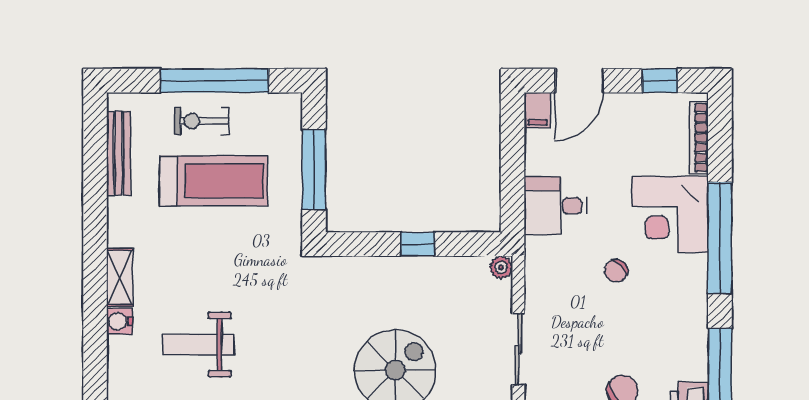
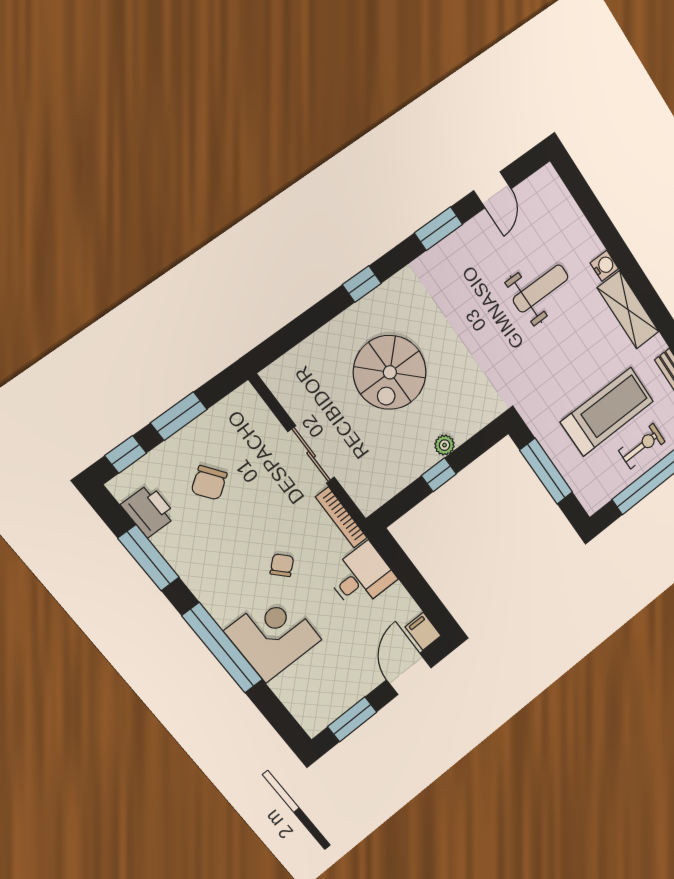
window: (660, 81) -> (352, 719), width x1.50
bookcase: (699, 138) -> (341, 517), moved, turned 180
treadmill: (214, 181) -> (607, 412), turned 180
plant: (501, 267) -> (444, 445), moved
shelving: (120, 277) -> (628, 310), width x1.50, depth x1.33

